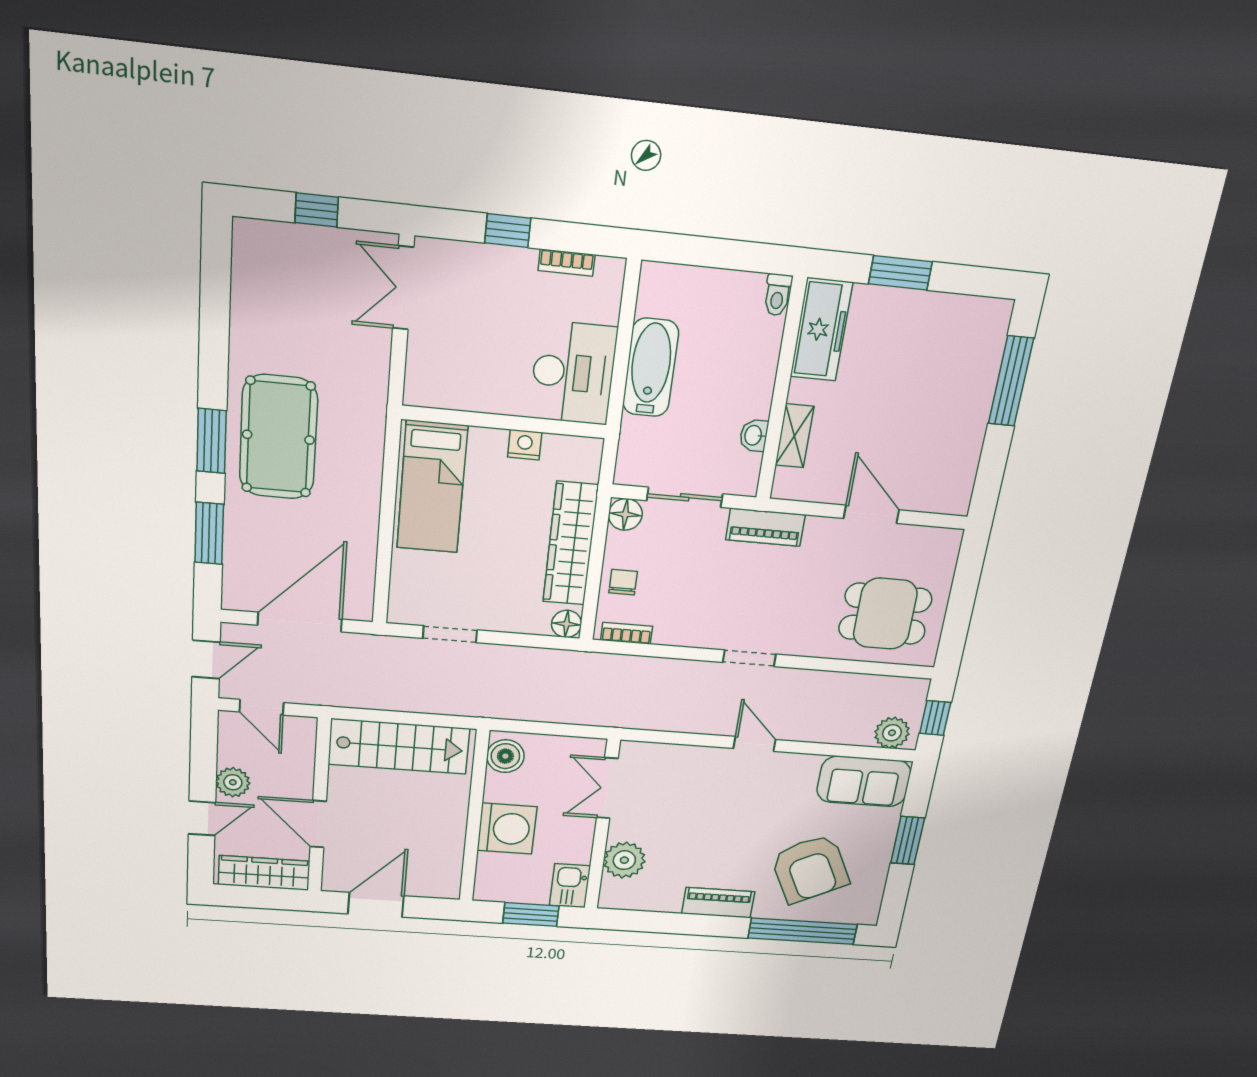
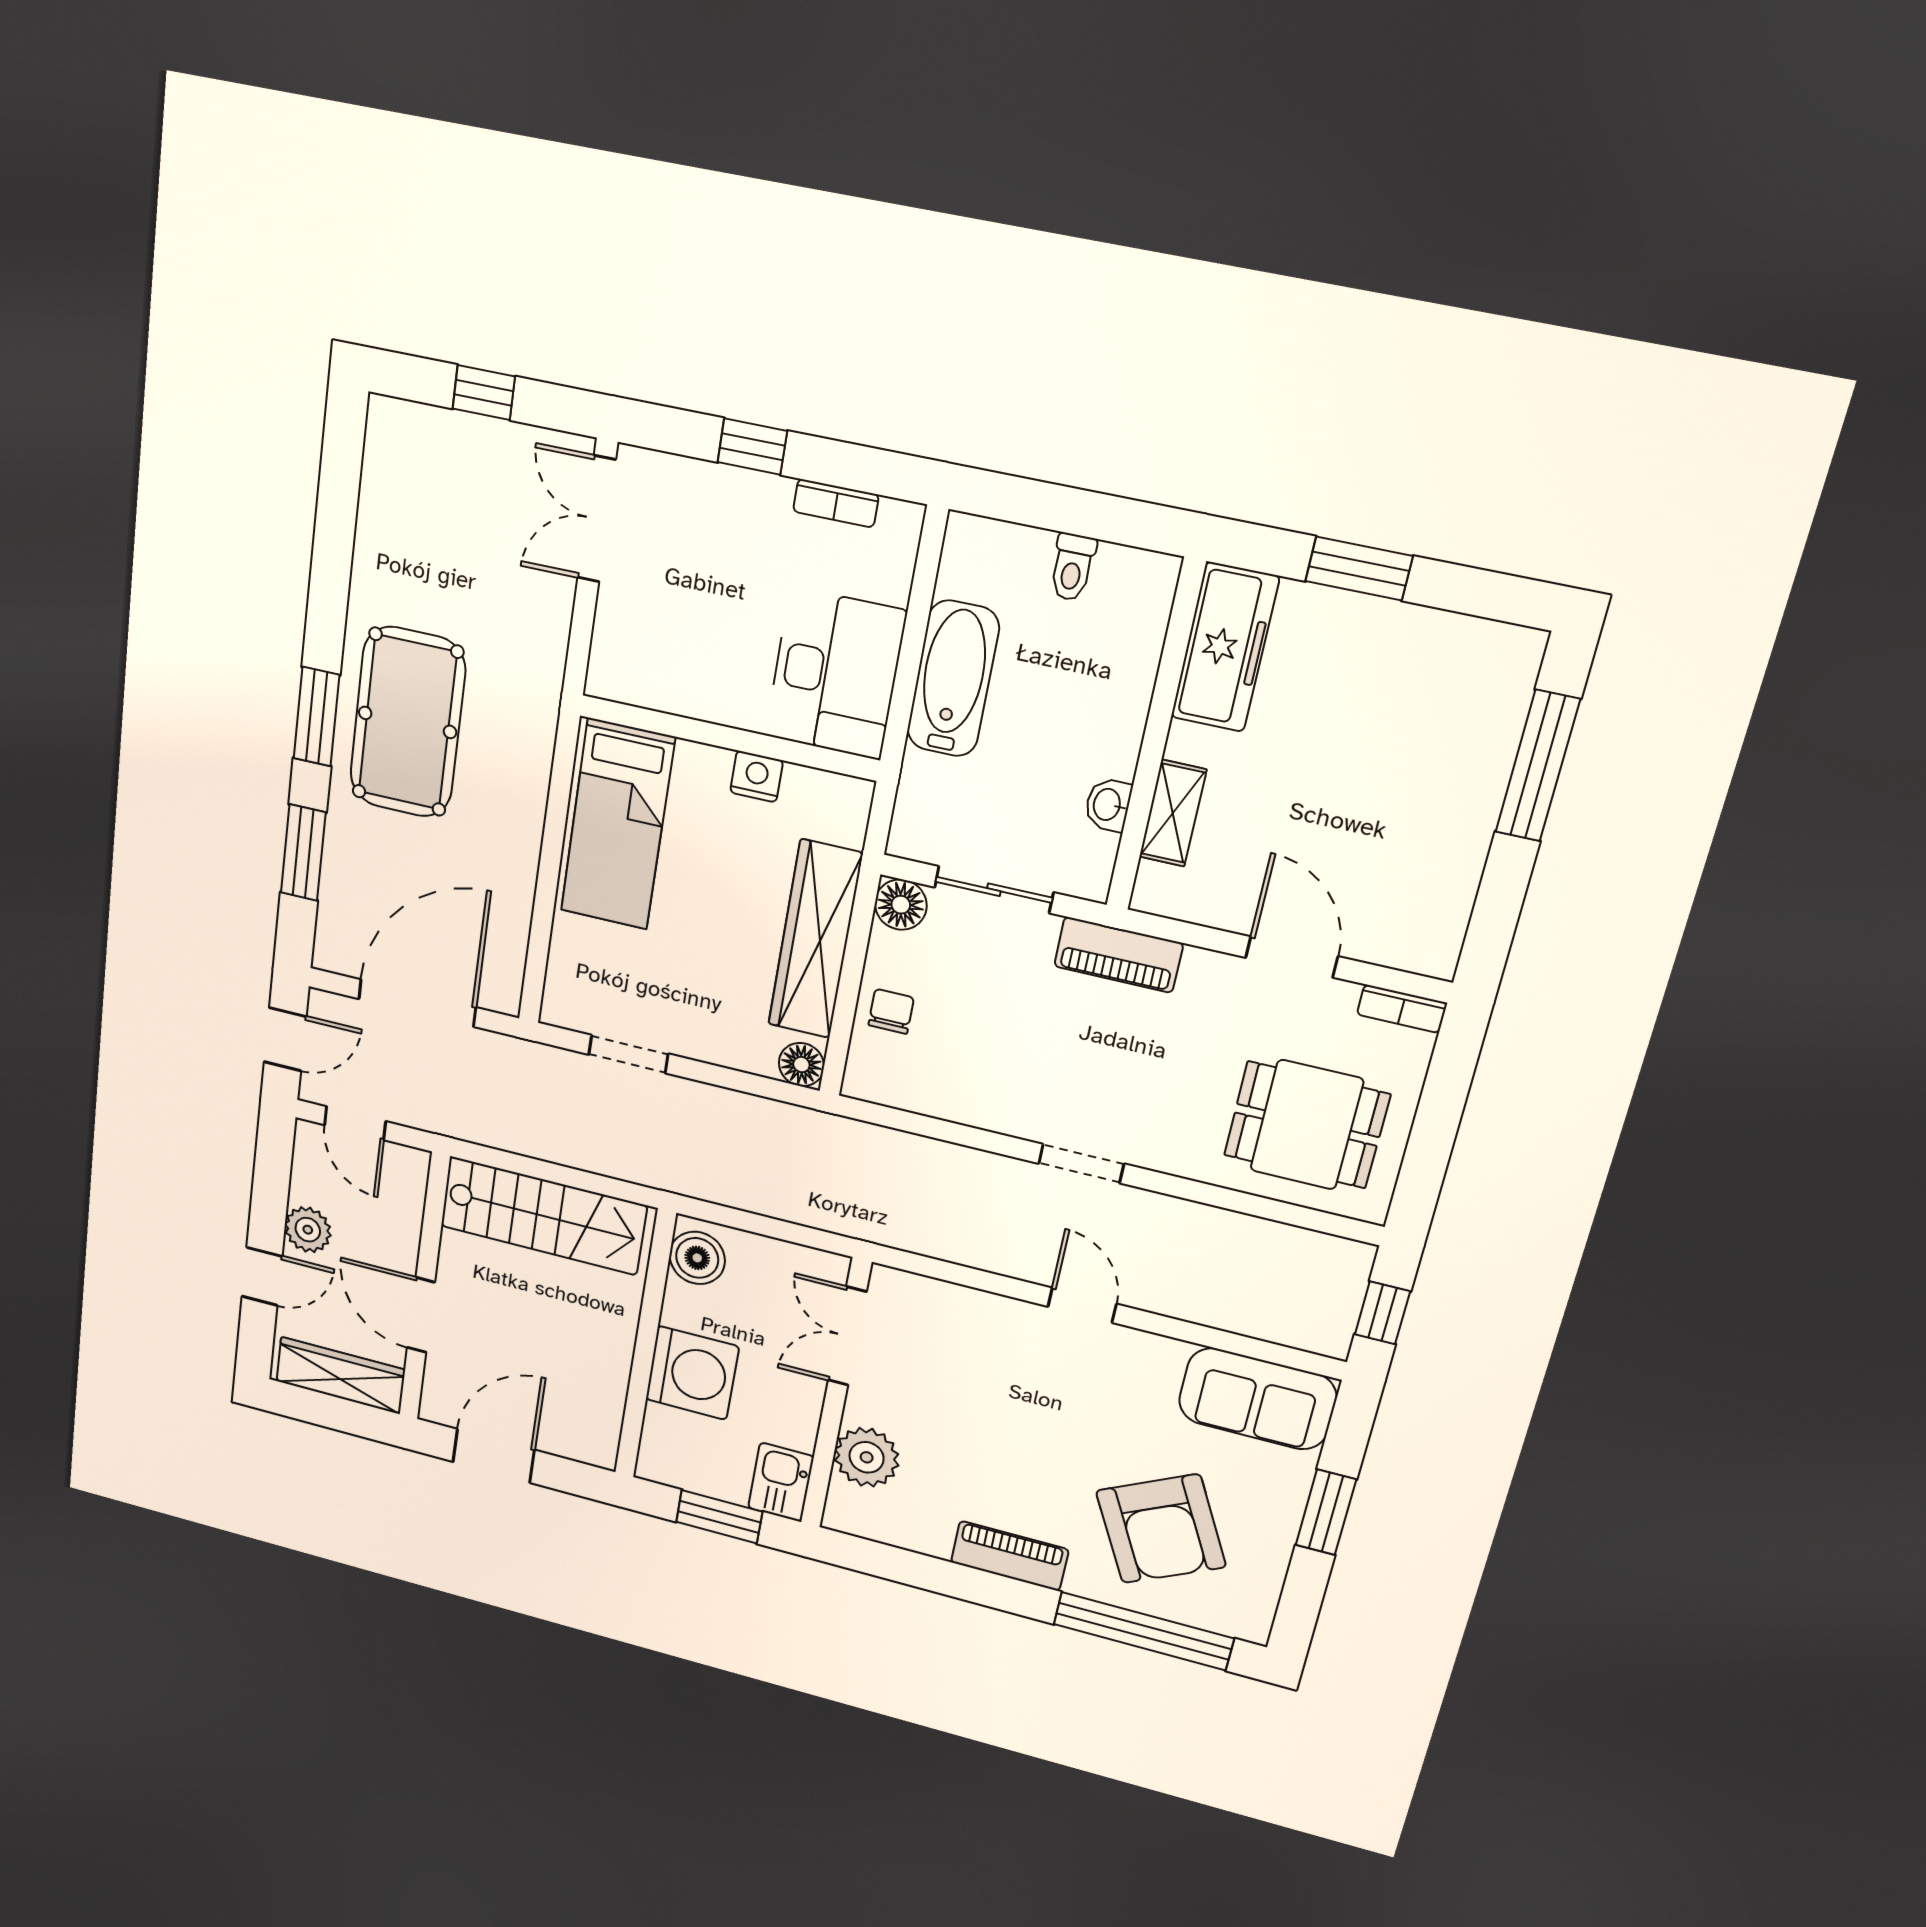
toilet: (778, 295) -> (1072, 567), moved
bookcase: (627, 633) -> (1402, 1009), moved, turned 180
plant: (892, 733) -> (1308, 1326), removed

